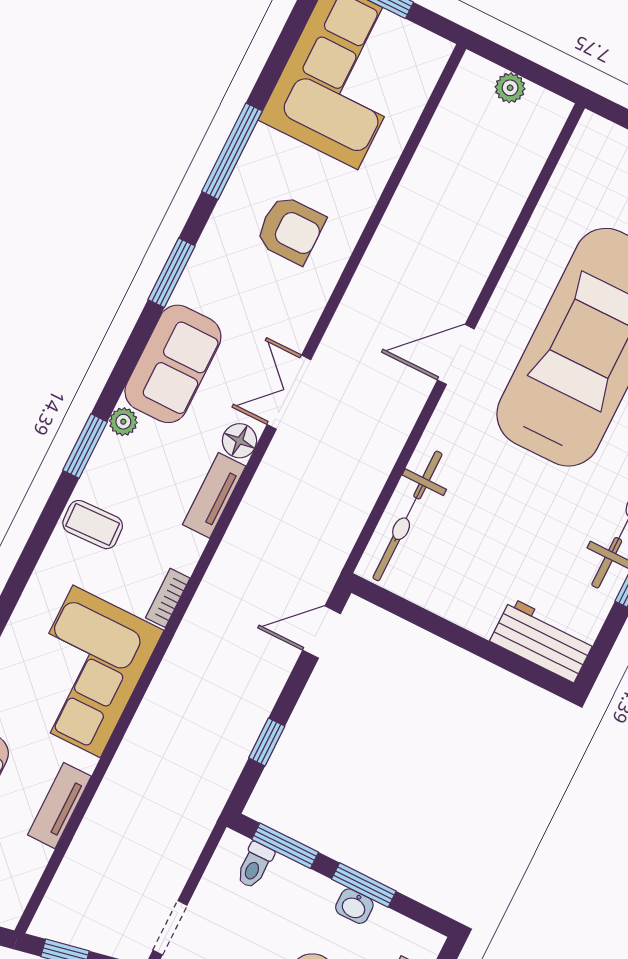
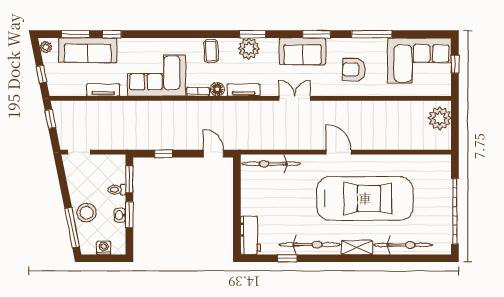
plant: (510, 88) -> (440, 118), width x1.87, depth x1.87
armchair: (290, 230) -> (354, 70), turned 90
sofa: (173, 364) -> (303, 51), moved
plant: (123, 422) -> (249, 49), width x1.88, depth x1.88
floor lamp: (239, 441) -> (217, 89), moved
window: (85, 446) -> (253, 34), moved
toilet: (255, 865) -> (117, 190), moved

